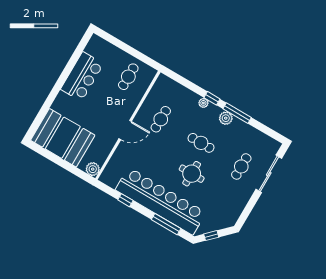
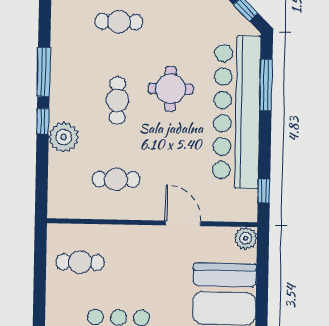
plant: (203, 103) -> (64, 137), width x1.88, depth x1.88
plant: (226, 118) -> (61, 84), removed
door: (125, 130) -> (183, 223), moved
window: (125, 200) -> (264, 191), moved

